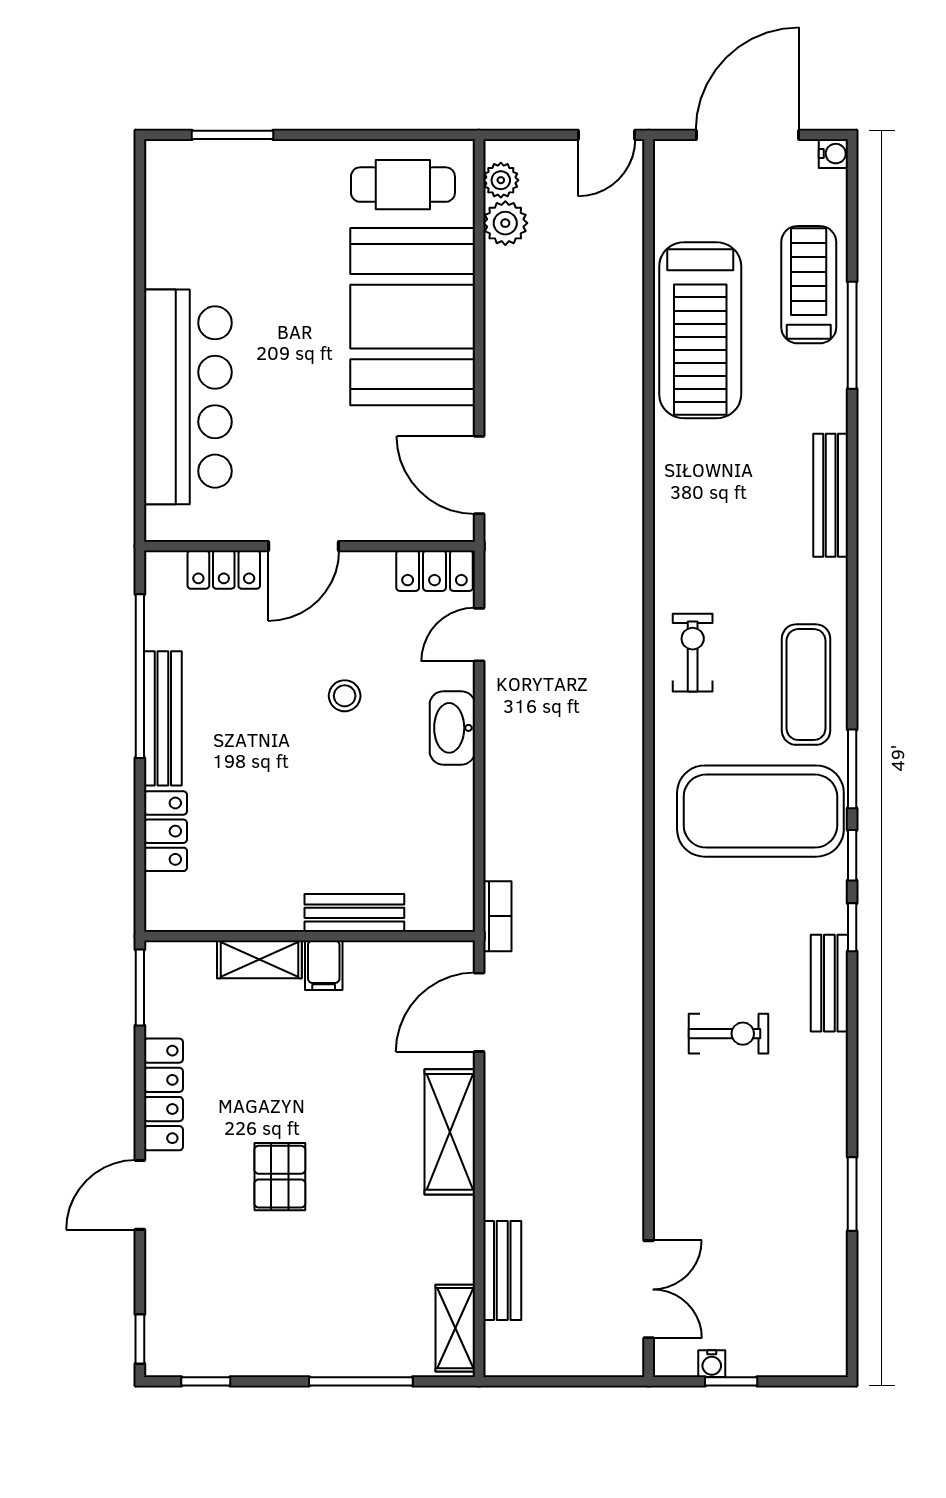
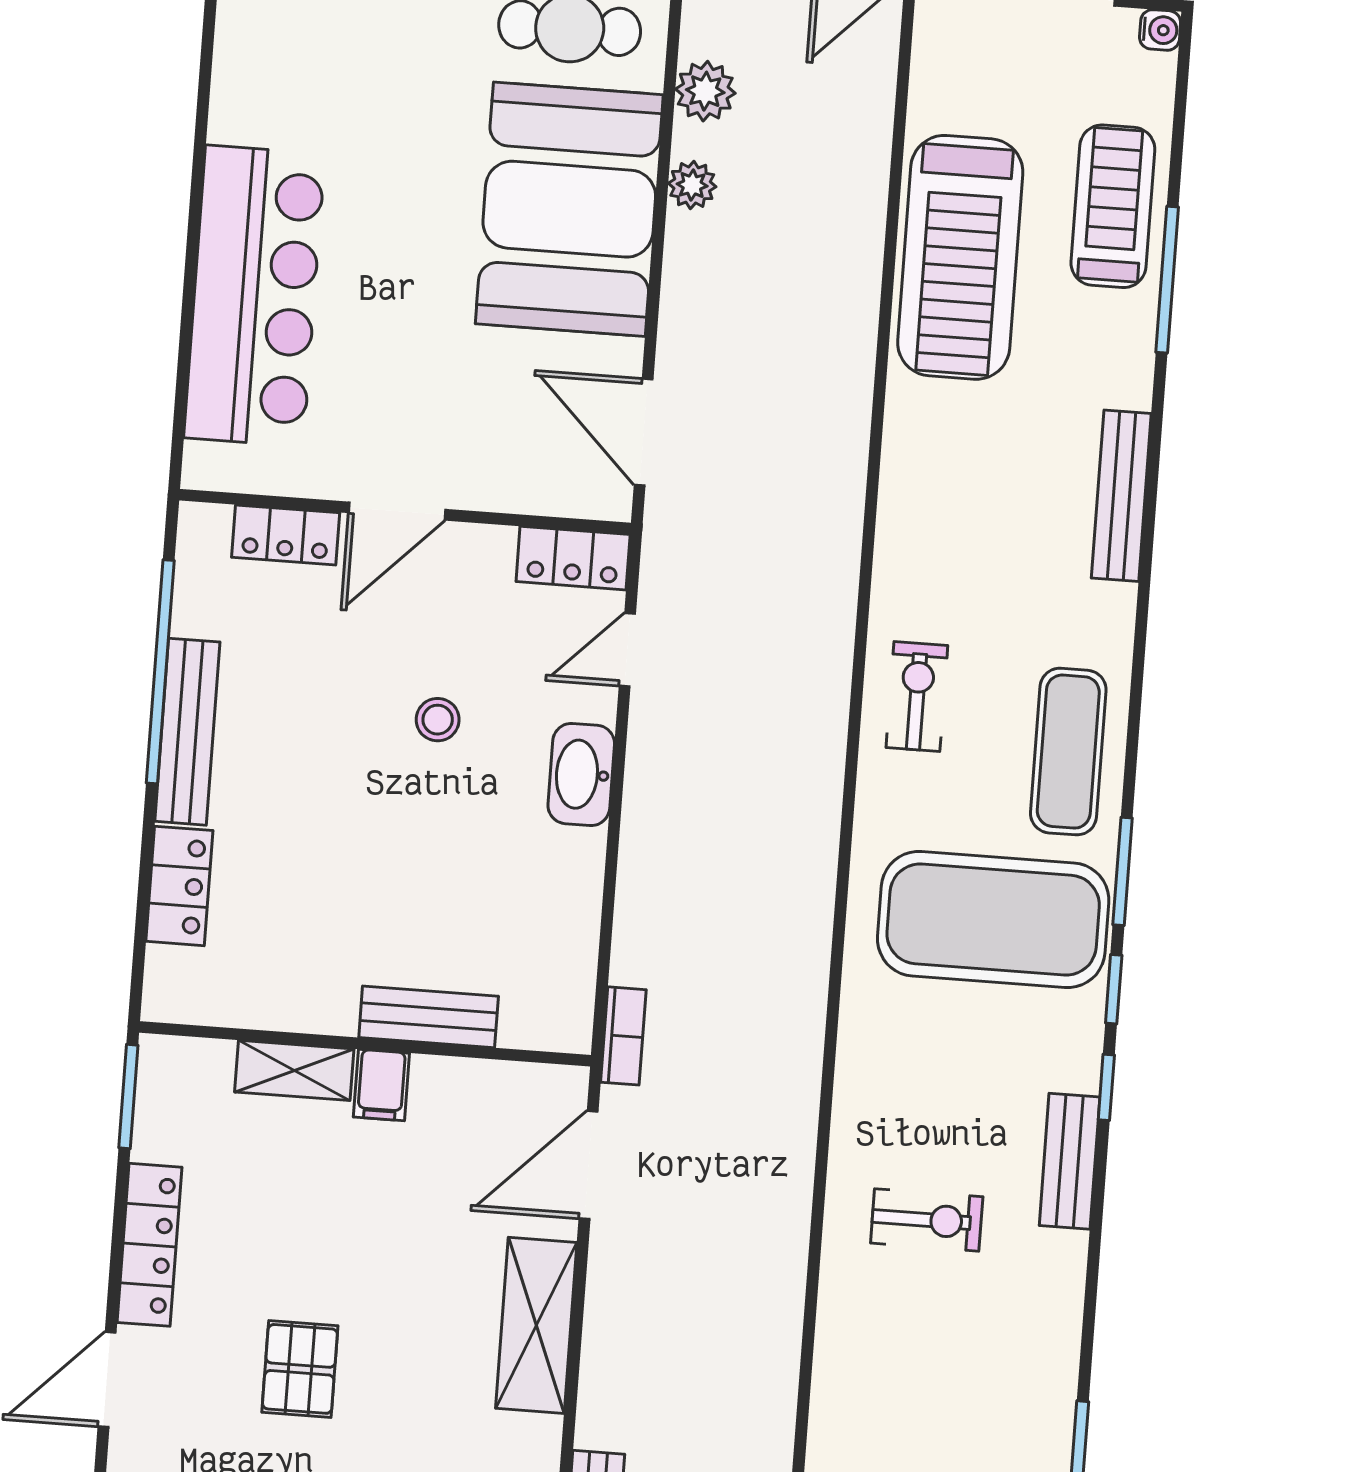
plant: (501, 180) -> (692, 185), moved

